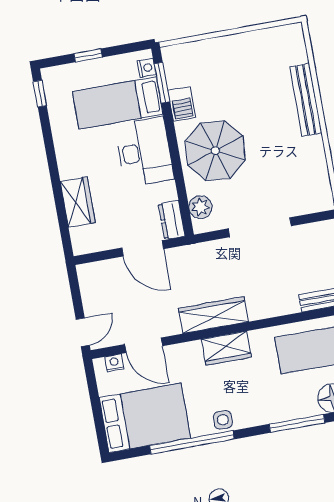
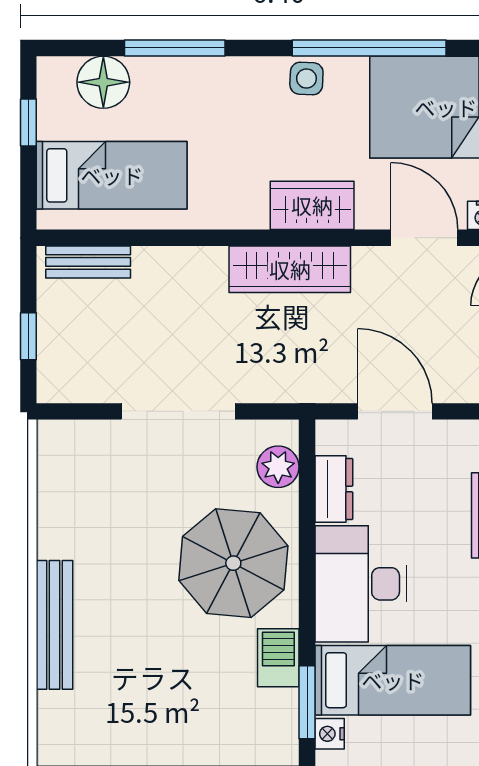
dresser: (172, 220) -> (334, 489), moved
wardrobe: (227, 348) -> (312, 205), moved

